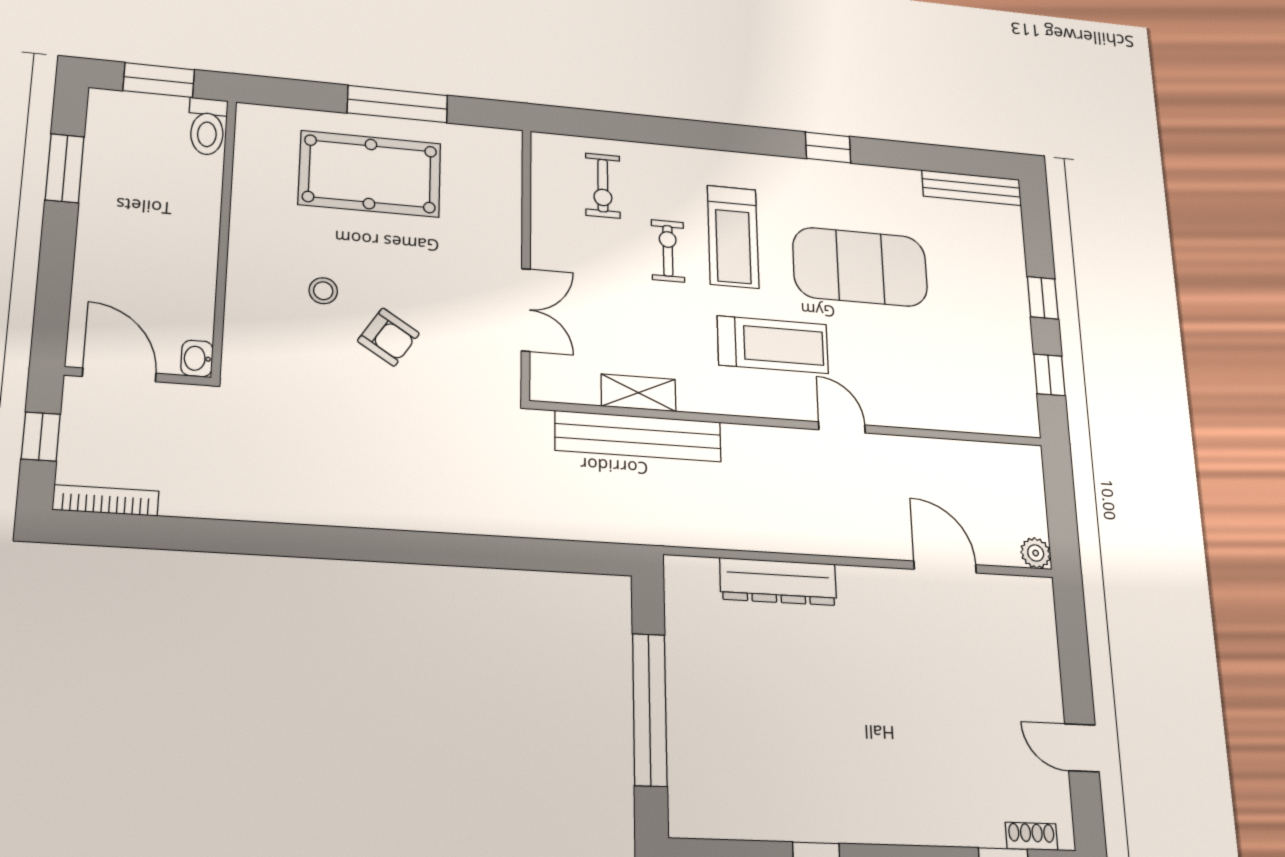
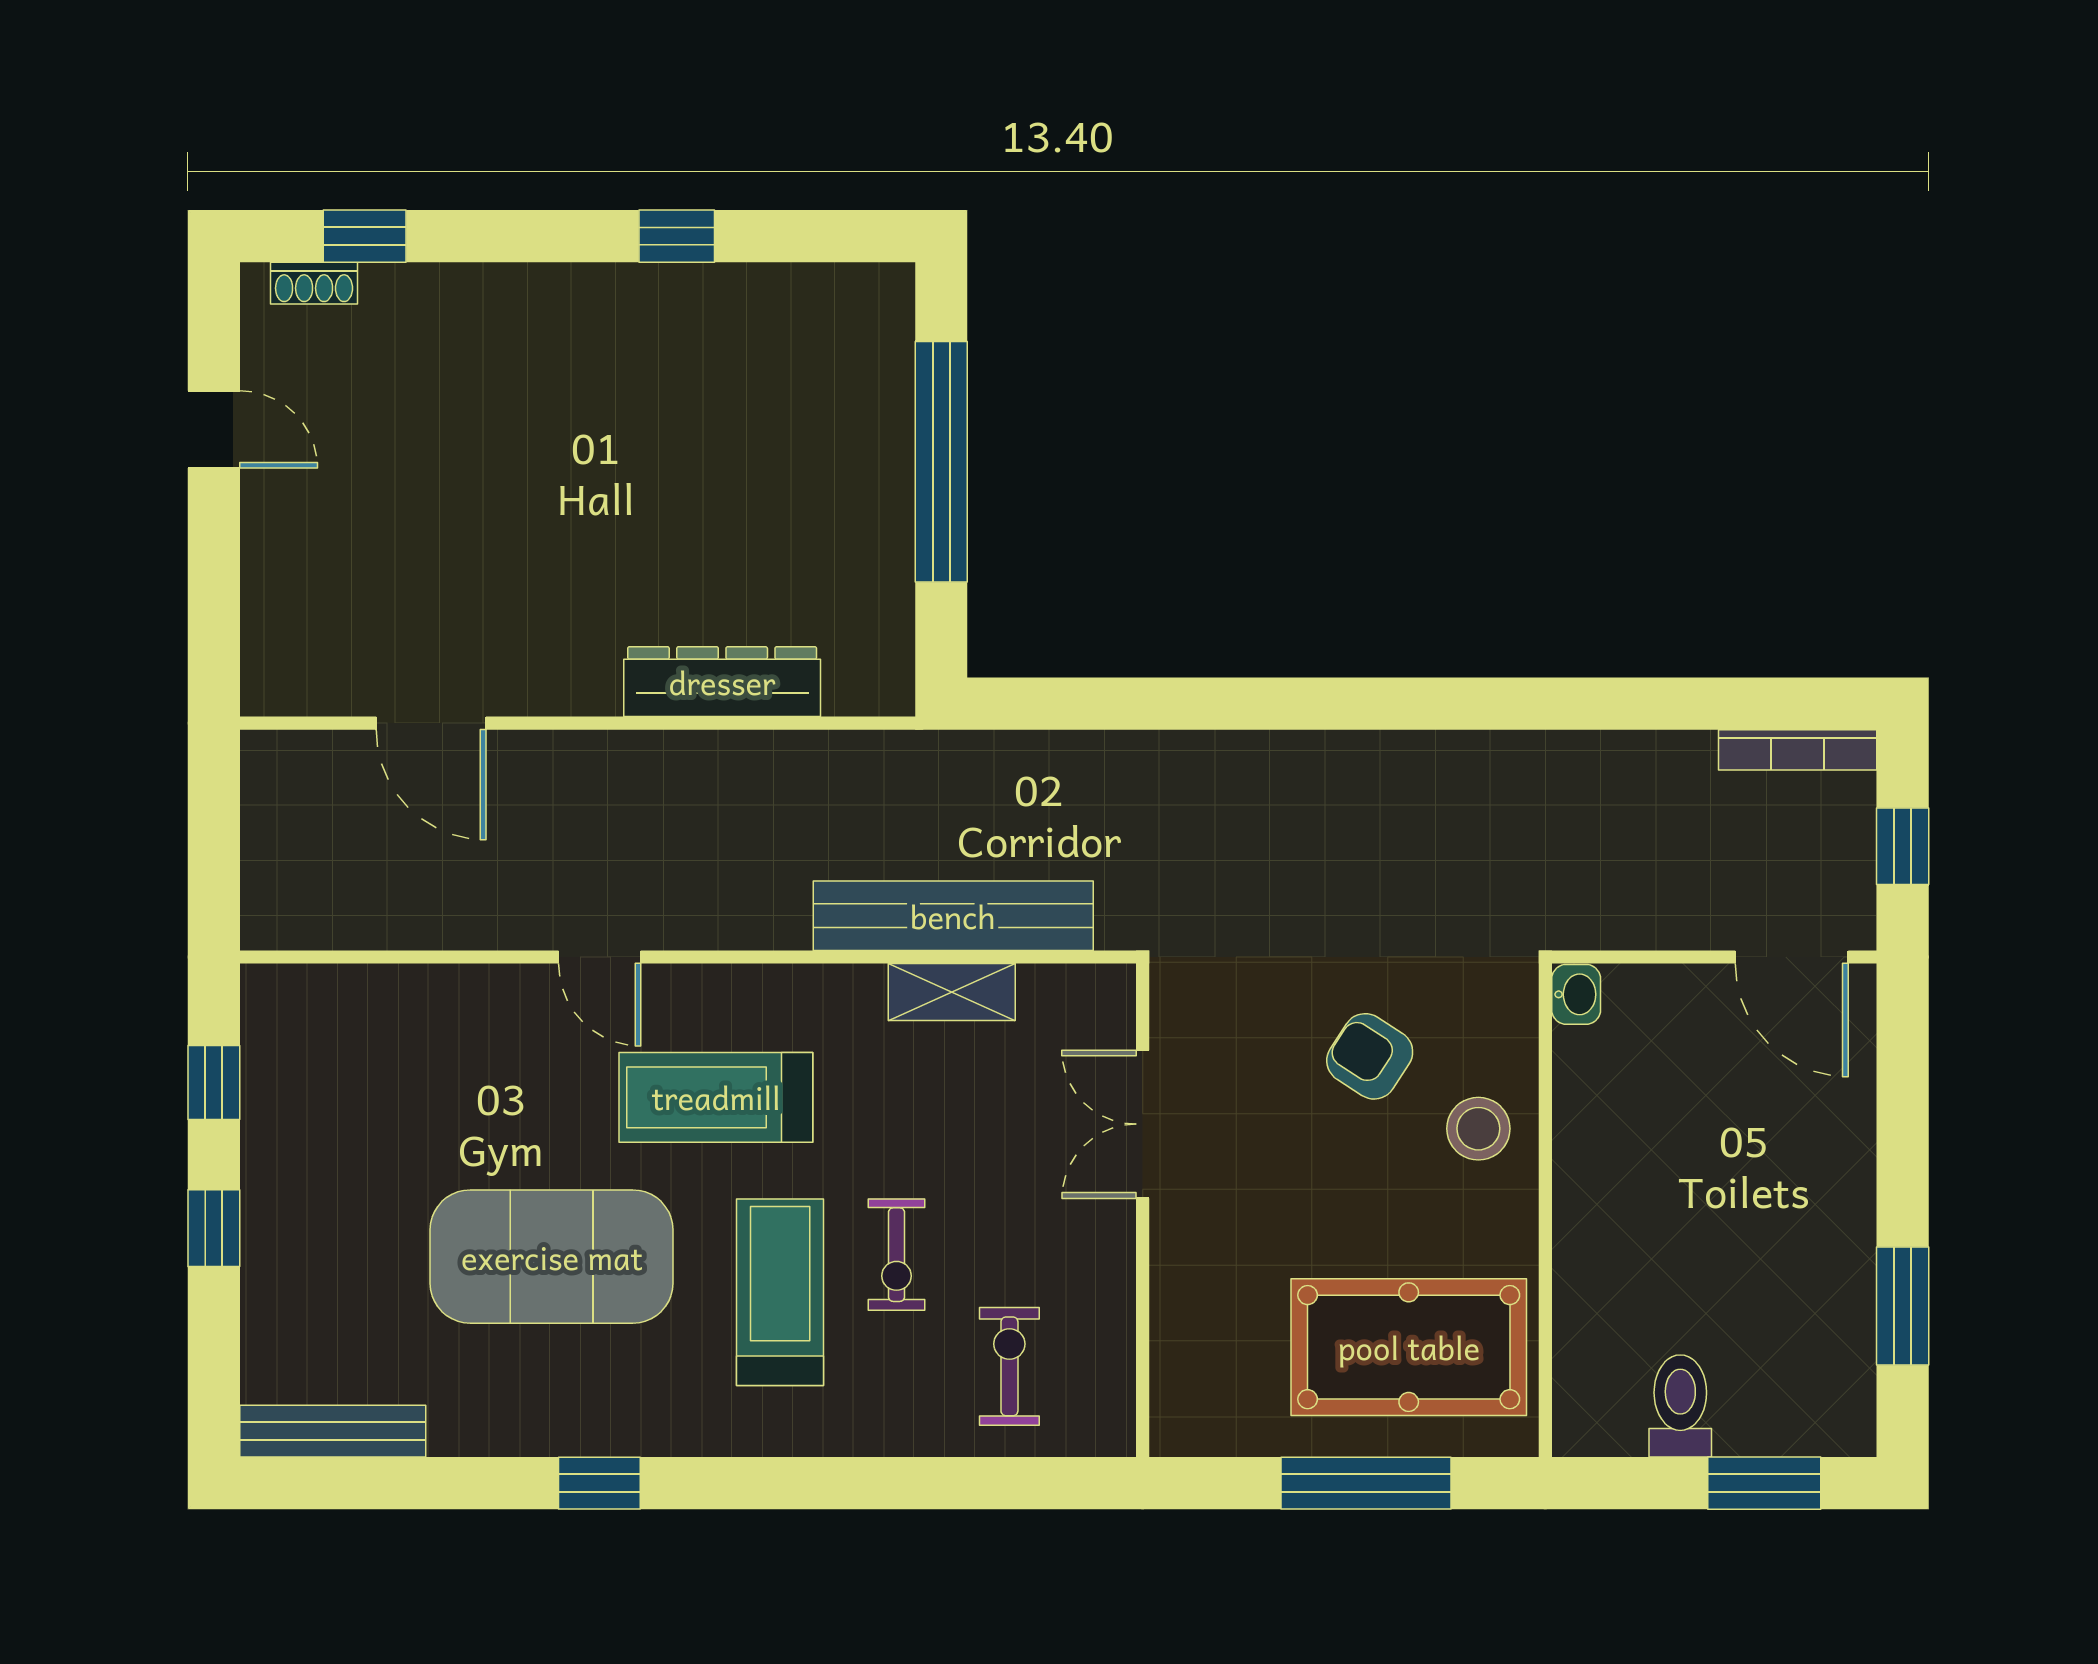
wall: (224, 236) -> (1545, 1210), moved
stool: (323, 291) -> (1478, 1129), width x1.37, depth x1.37
washbasin: (197, 358) -> (1576, 994), moved
plant: (1036, 553) -> (267, 757), removed

